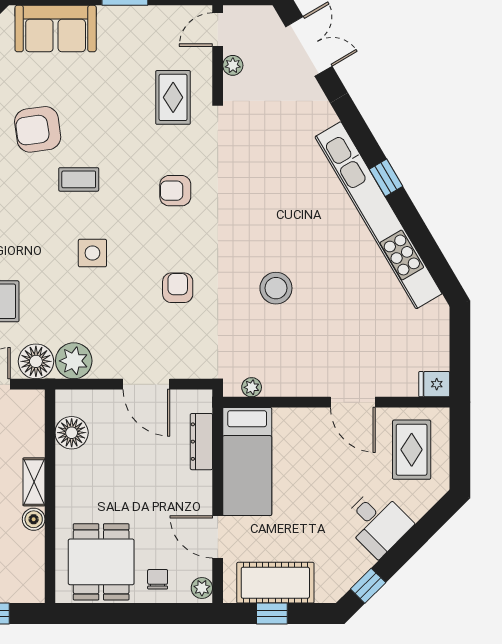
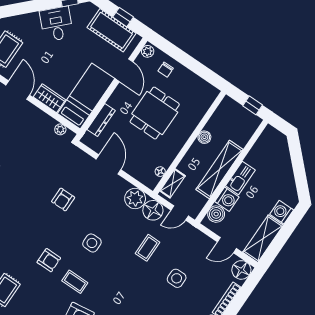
armchair: (175, 191) -> (49, 260), moved
stool: (276, 288) -> (17, 168), removed
wardrobe: (298, 422) -> (49, 98), added
floor lamp: (72, 433) -> (160, 172), width x0.53, depth x0.53
shelving: (34, 482) -> (173, 183), moved
desk: (377, 522) -> (56, 24), moved
dining table: (101, 562) -> (155, 113), moved

